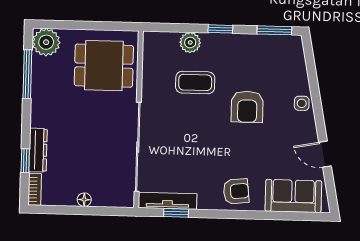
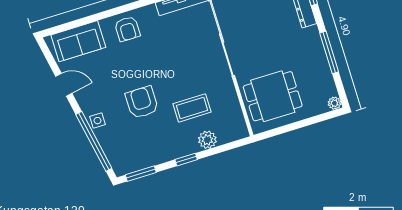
plant: (46, 42) -> (334, 103), width x0.53, depth x0.53
window: (27, 74) -> (329, 52), moved
window: (313, 82) -> (94, 141), added
armchair: (236, 191) -> (127, 29), turned -84

